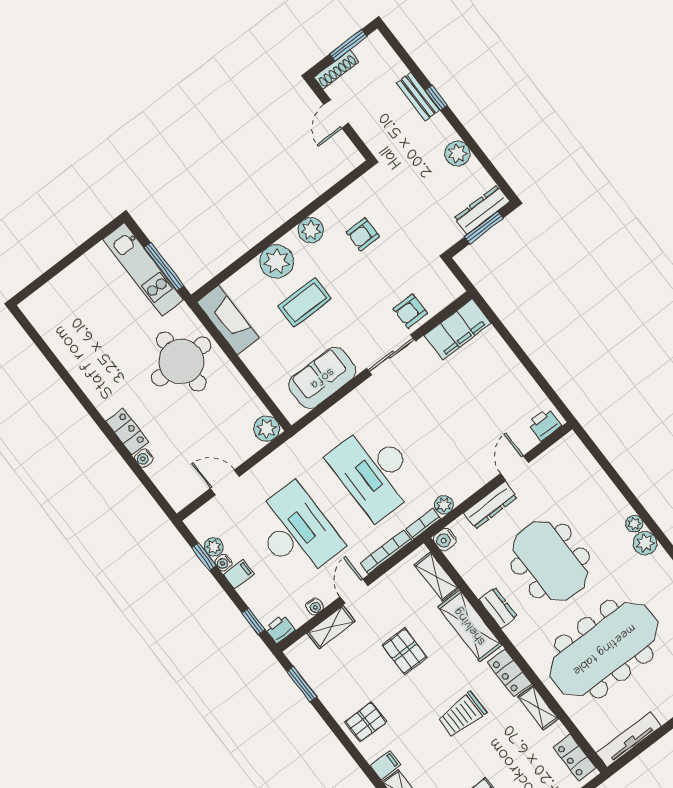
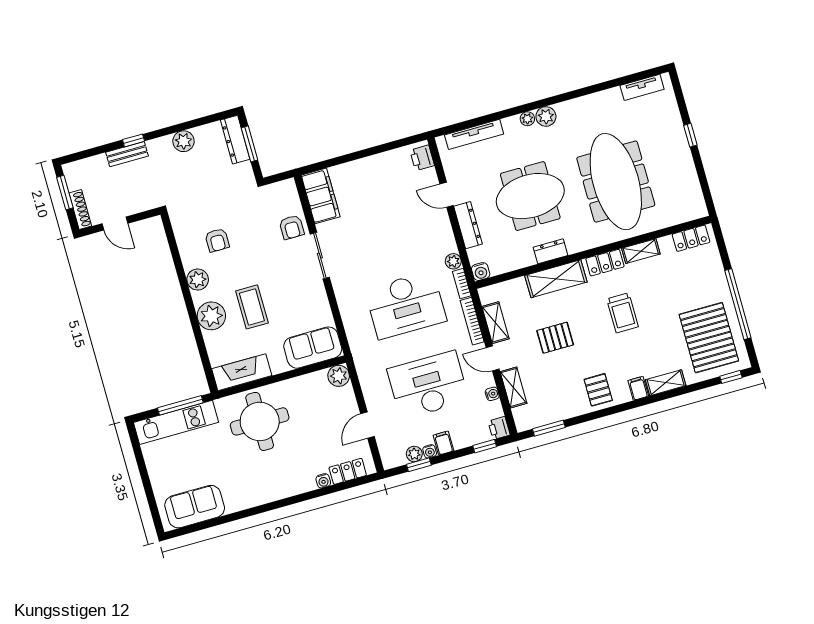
sofa: (58, 327) -> (195, 507), added
sofa: (322, 378) -> (313, 348), moved, turned 90
locker: (127, 432) -> (348, 471), moved
shelving: (436, 577) -> (495, 323), moved, turned 90
tv unit: (629, 739) -> (474, 134), moved, turned -90

